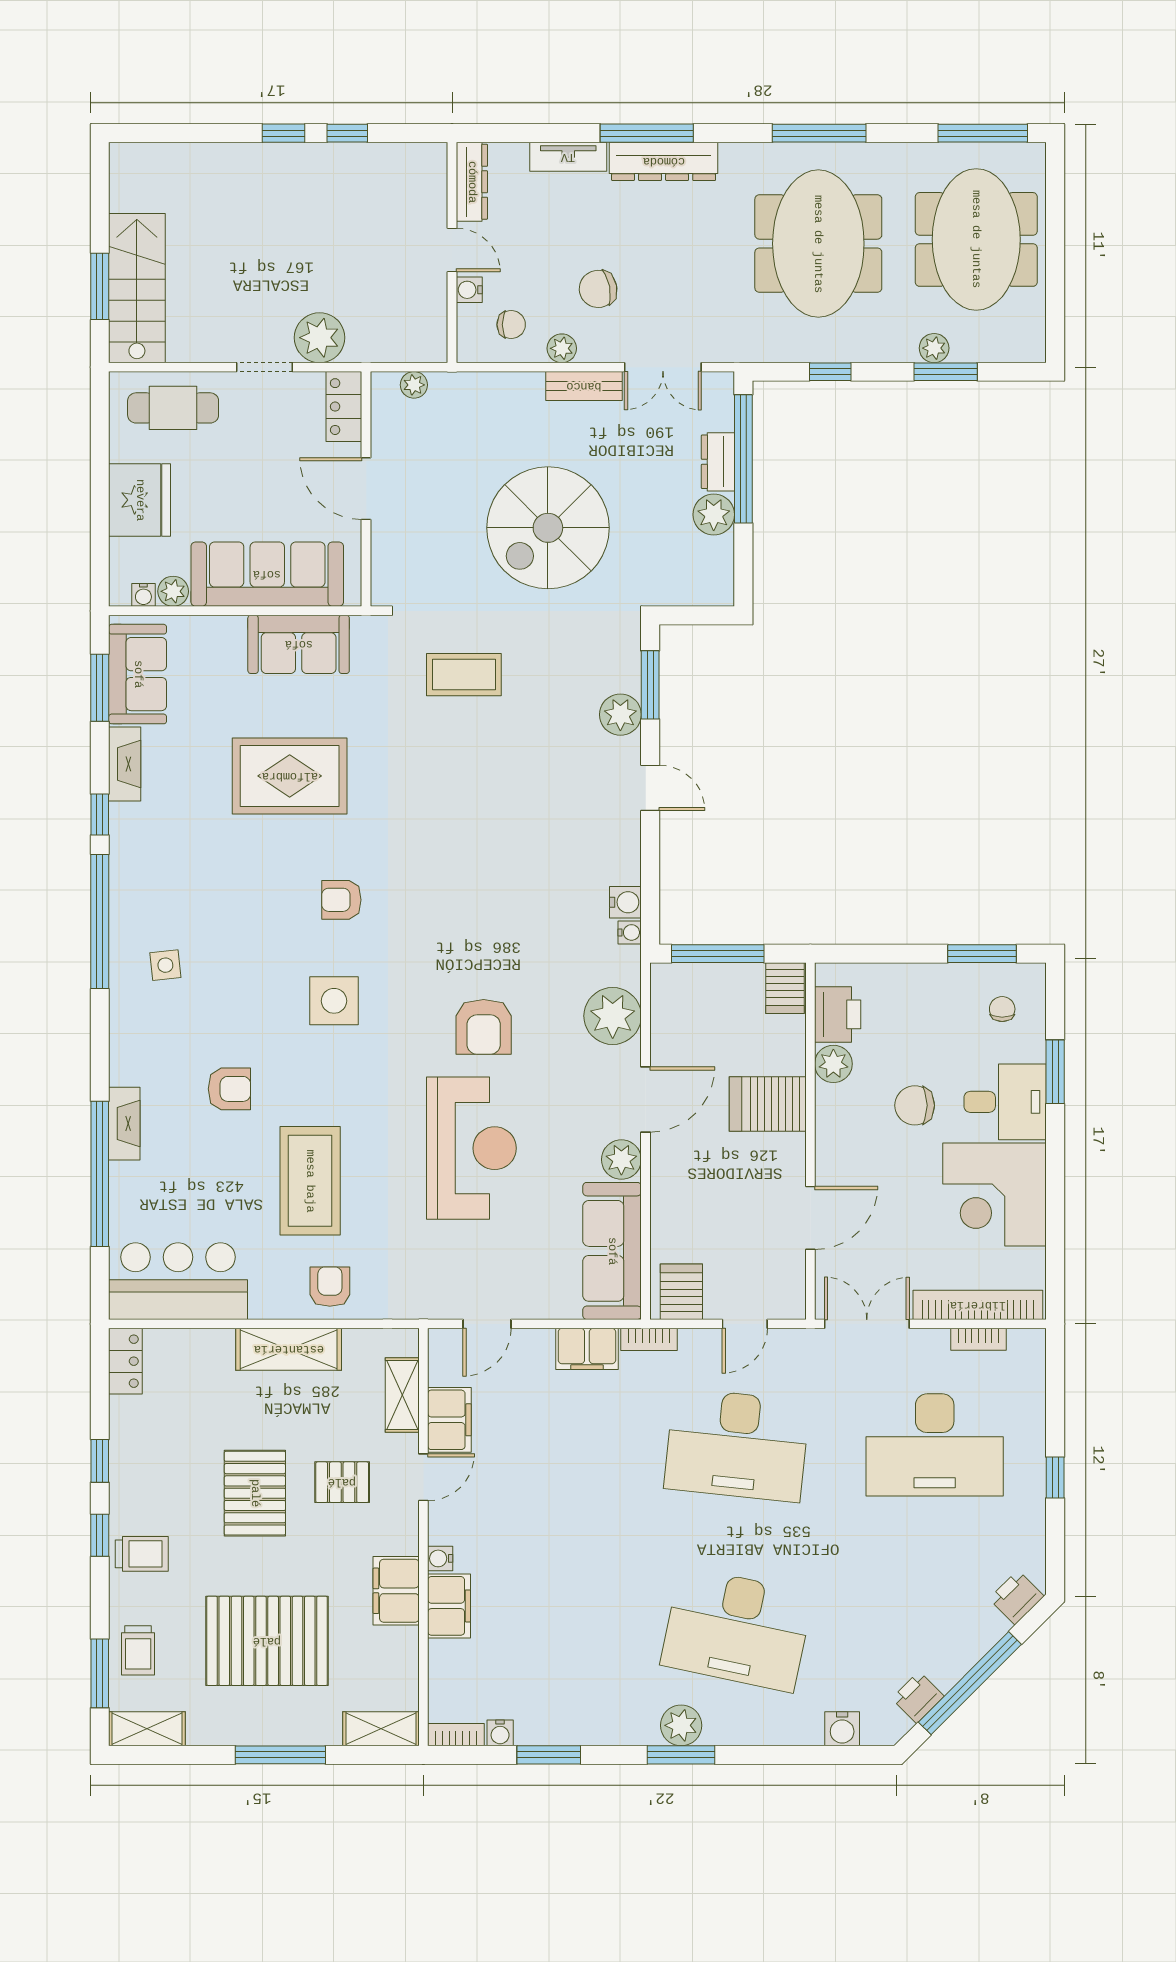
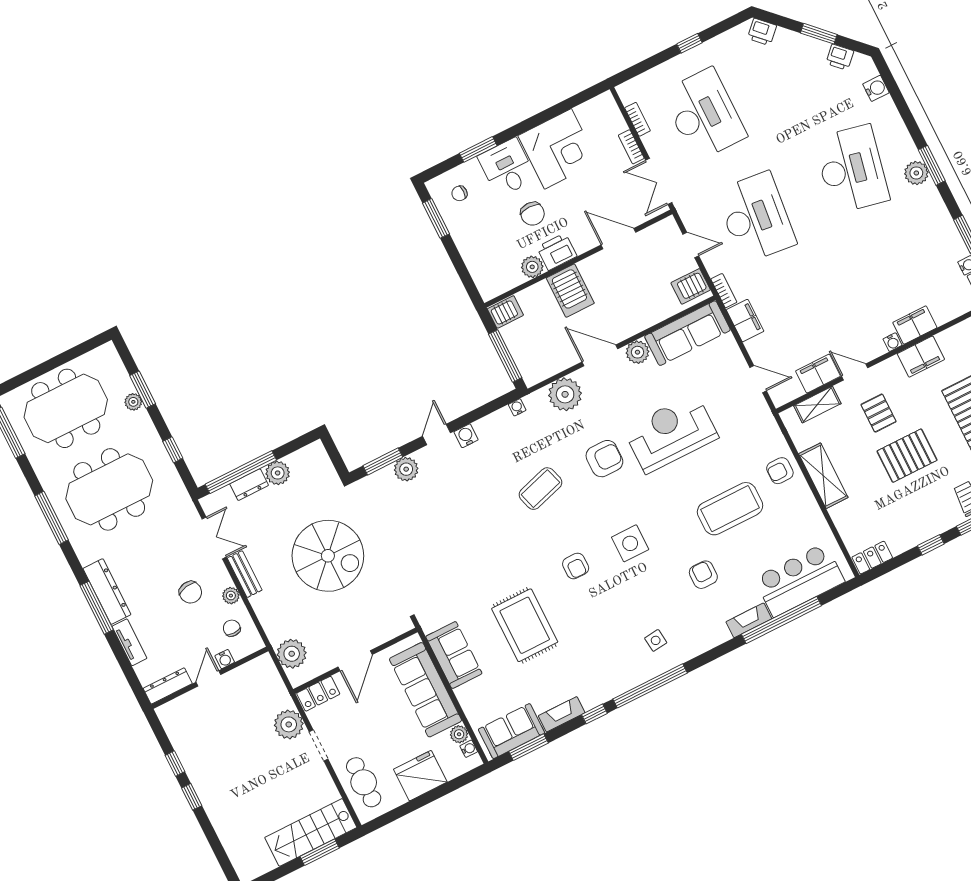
plant: (414, 385) -> (292, 654), width x1.88, depth x1.88
coffee table: (464, 675) -> (540, 489), moved, turned 73
water cooler: (625, 902) -> (466, 436), moved
printer: (838, 1014) -> (557, 252), moved
bar counter: (178, 1281) -> (799, 580), moved, turned 90
bookcase: (978, 1305) -> (631, 147), width x0.43, depth x0.76
window: (970, 1683) -> (819, 34), width x0.47

